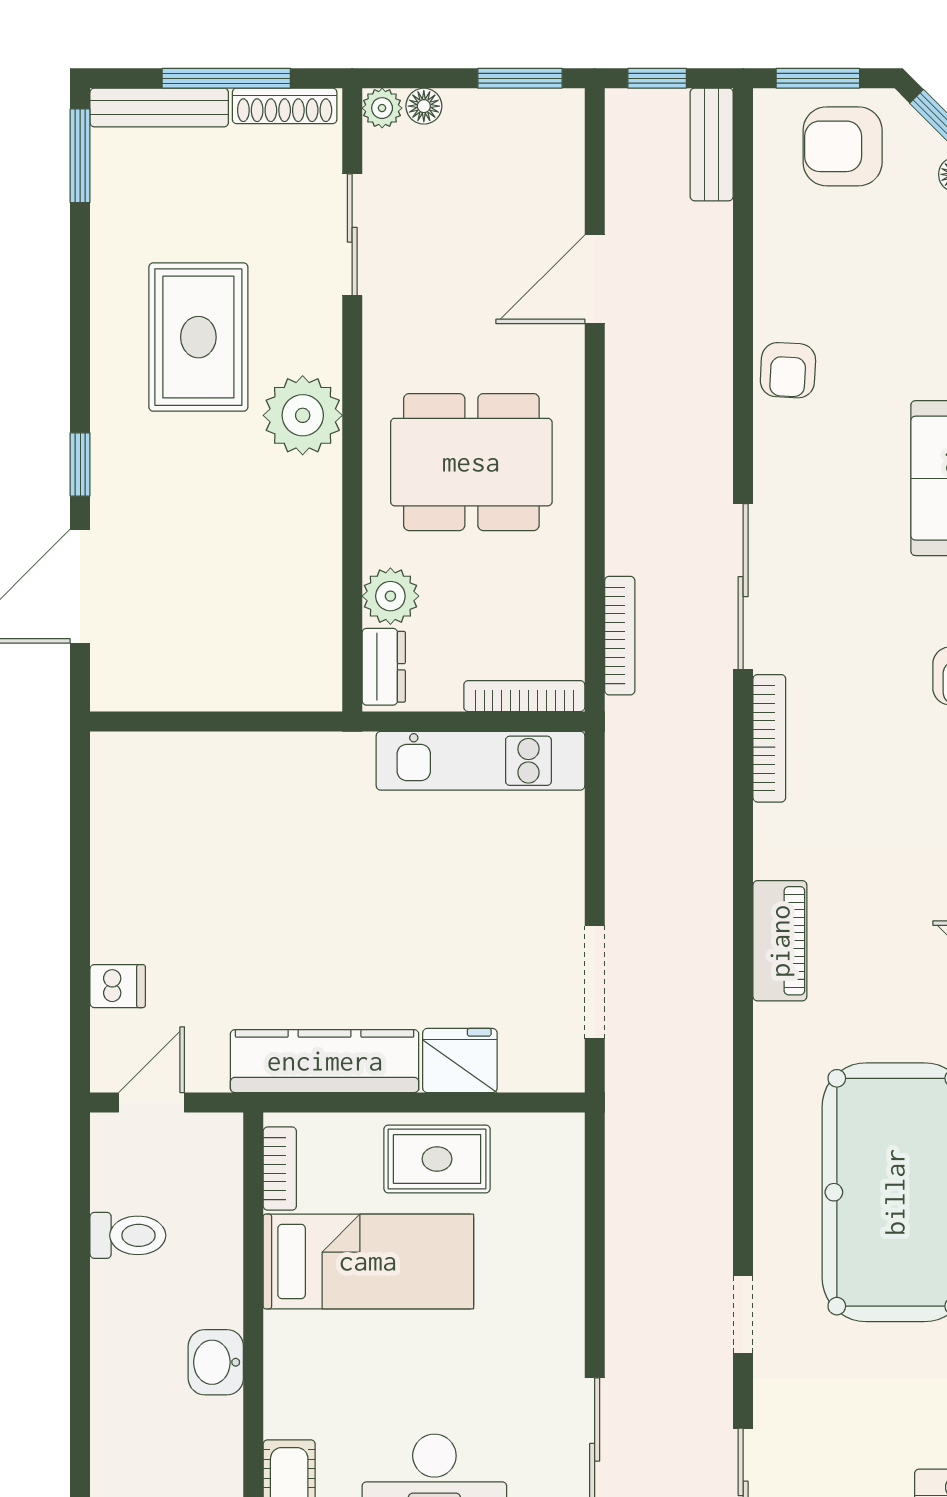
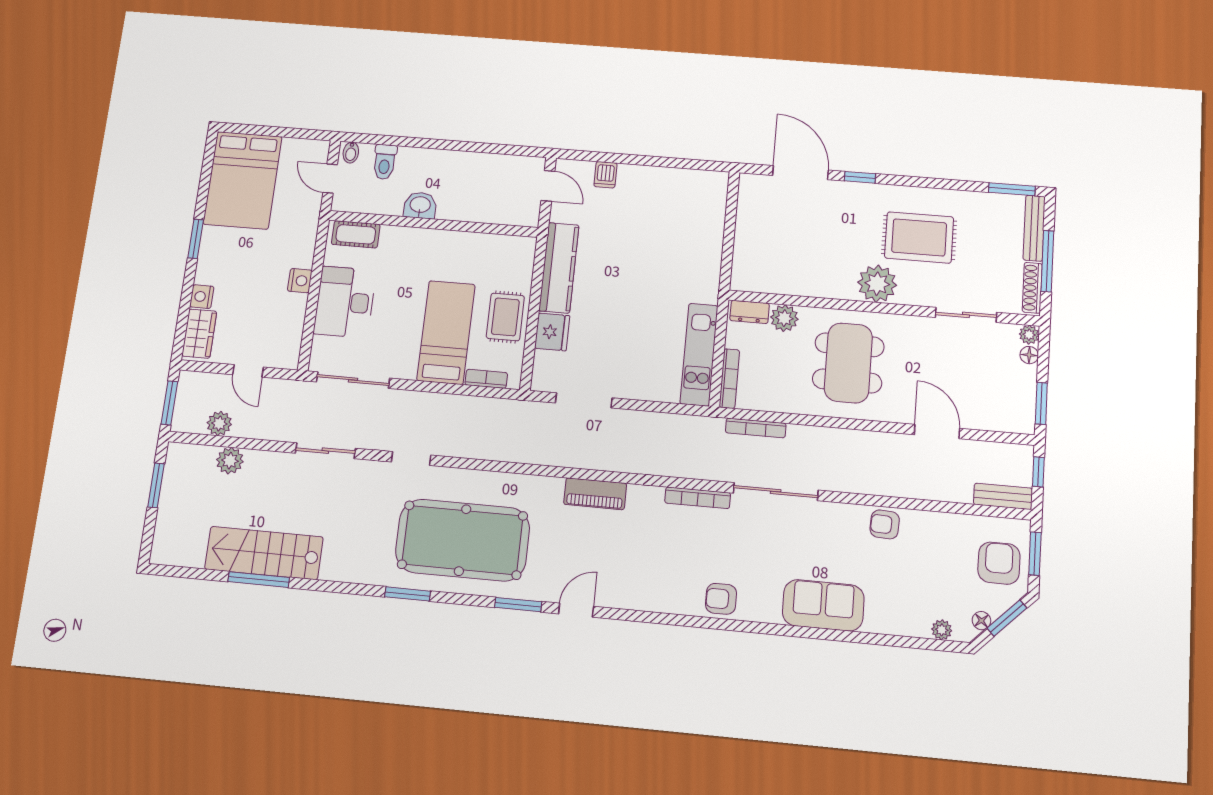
bookcase: (280, 1169) -> (486, 379), moved, turned 180
toilet: (128, 1235) -> (385, 162), moved
bed: (368, 1261) -> (446, 332), moved, turned 180

